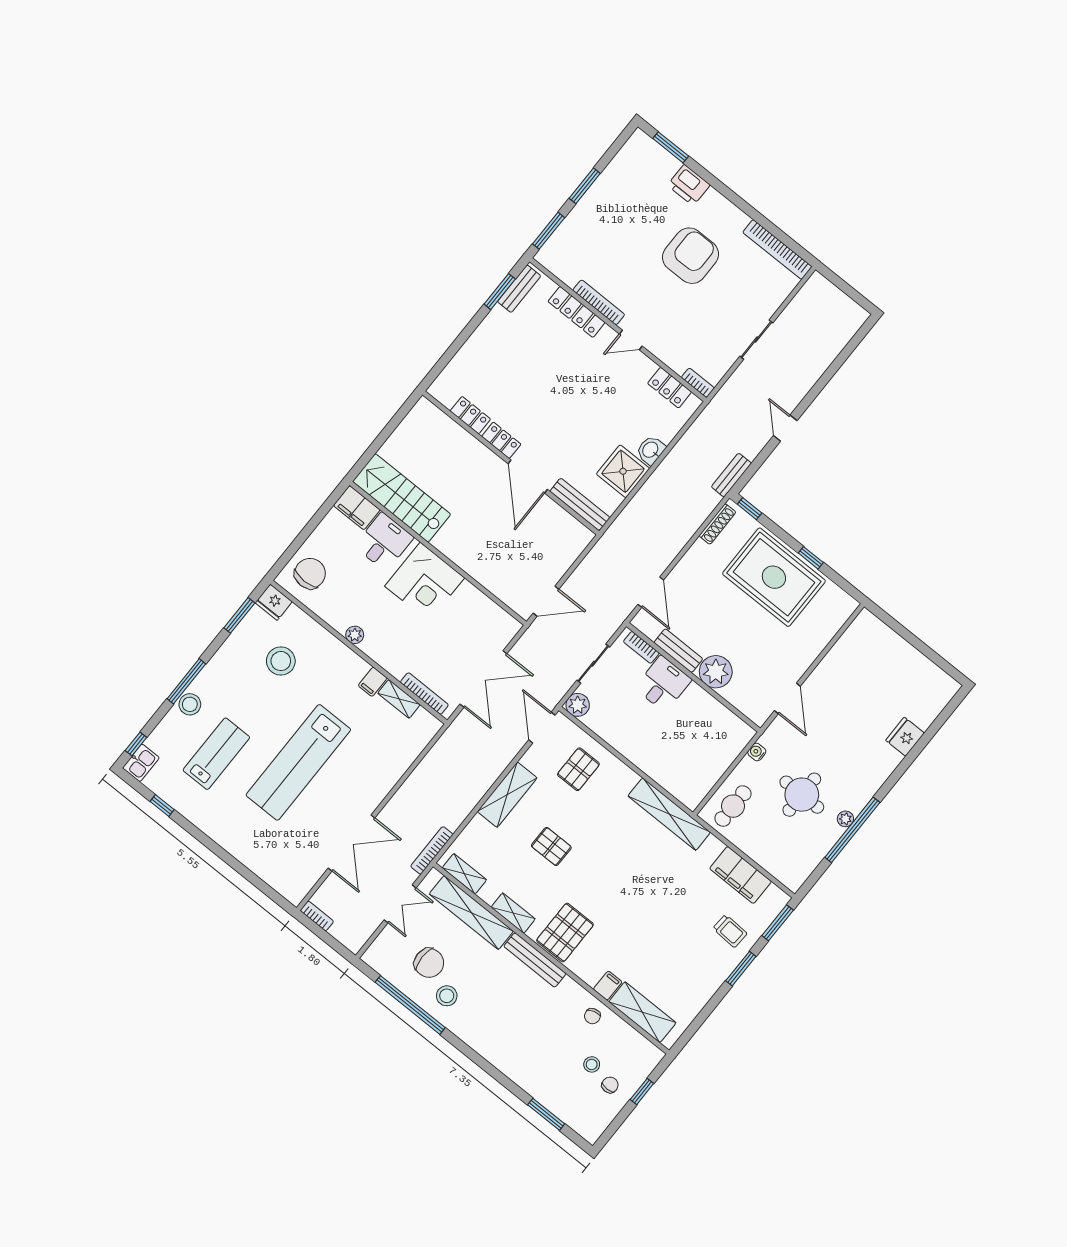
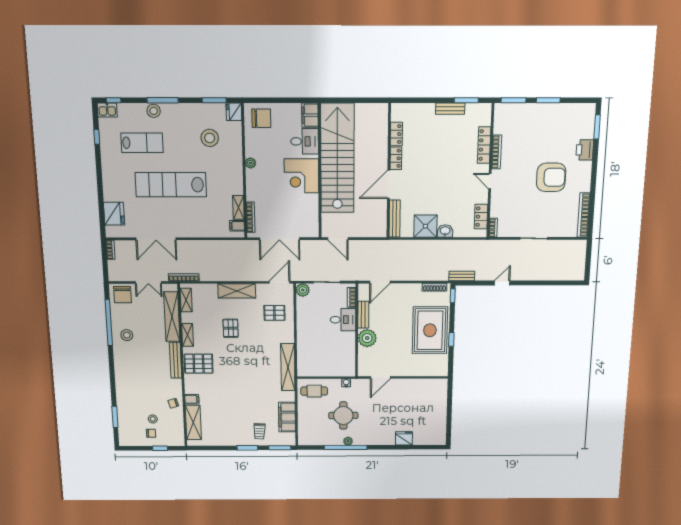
bench: (519, 289) -> (450, 109), moved
stairs: (402, 498) -> (337, 158), width x1.86, depth x1.51
filing cabinet: (373, 682) -> (237, 226), moved
fridge: (275, 869) -> (114, 214), added
chair: (429, 963) -> (122, 295), moved

